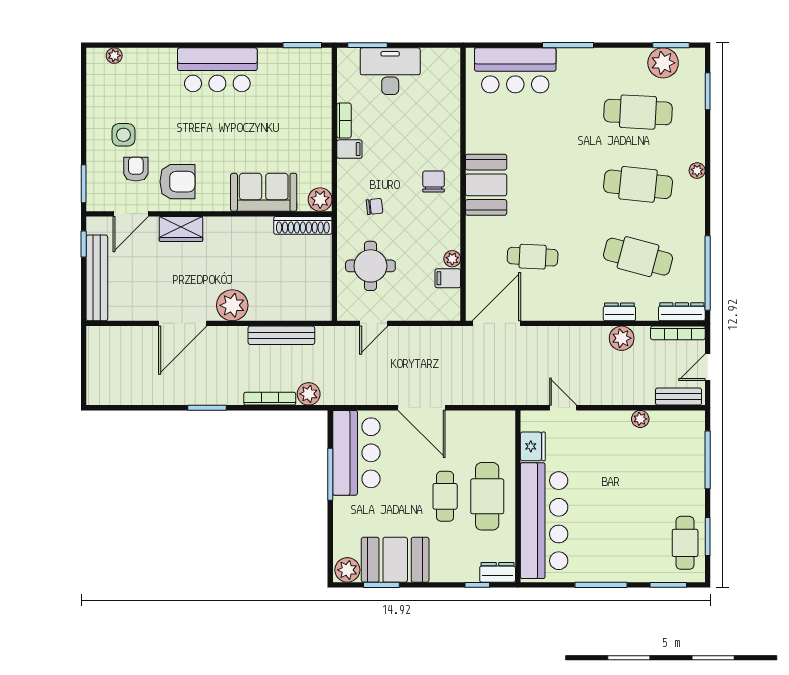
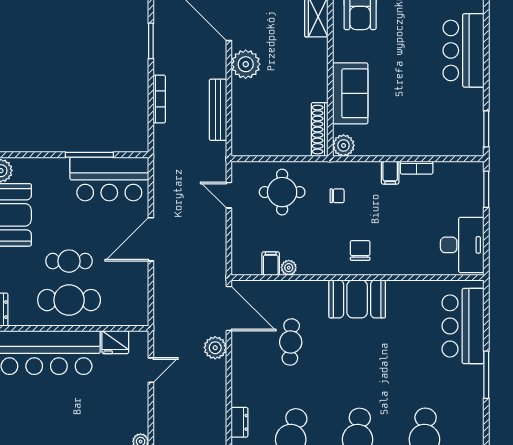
desk: (390, 71) -> (462, 245), moved
chair: (434, 182) -> (360, 250), turned -90
chair: (374, 207) -> (337, 196), turned -84
plant: (622, 338) -> (215, 348), moved
plant: (309, 394) -> (164, 135), removed

